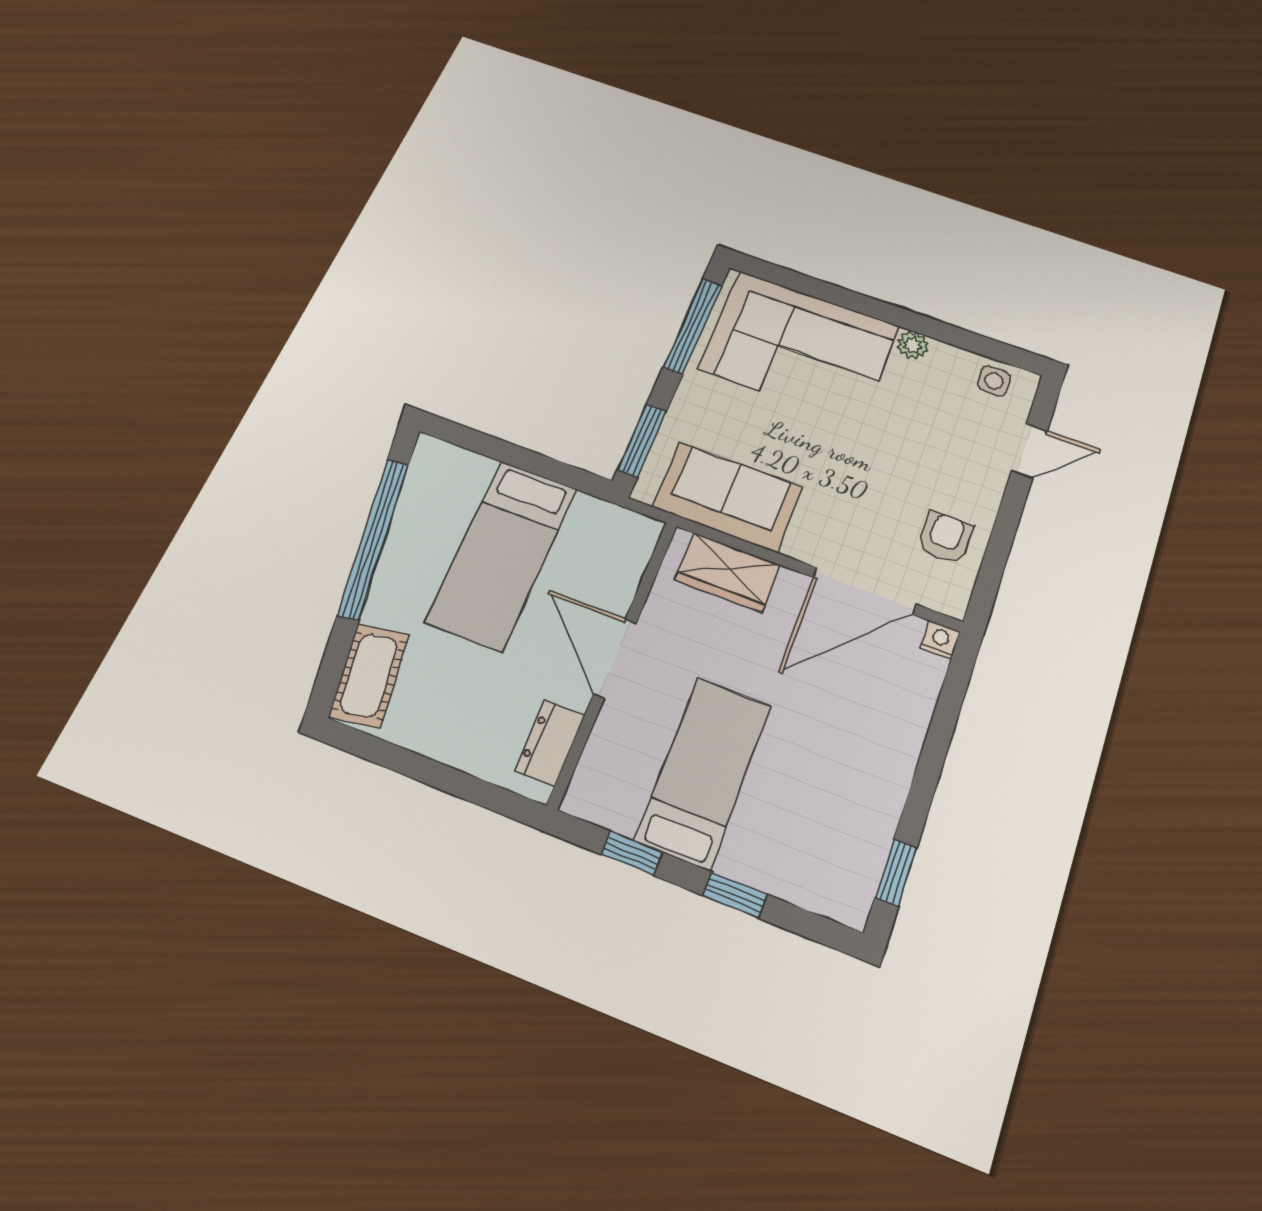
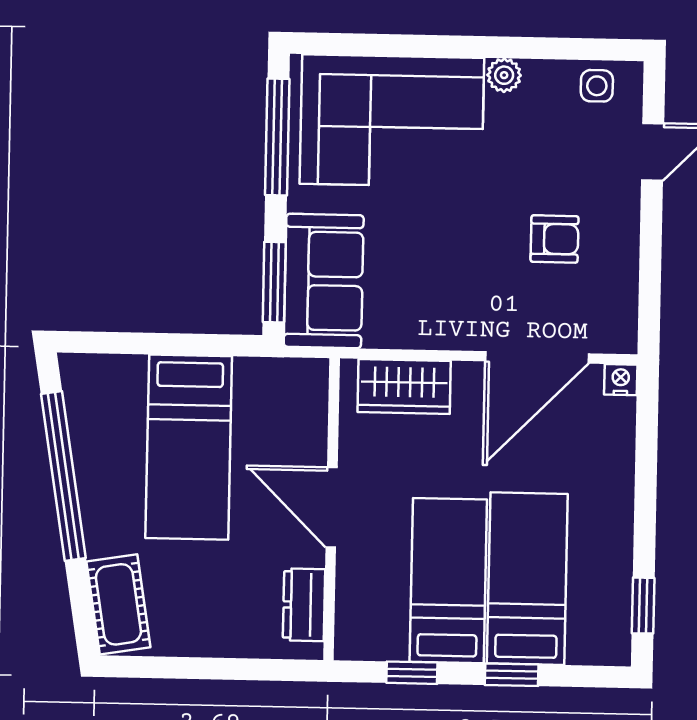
sofa: (728, 497) -> (324, 281), moved, turned 90
armchair: (945, 538) -> (555, 239), moved, turned 90
bed: (785, 800) -> (527, 579), added

